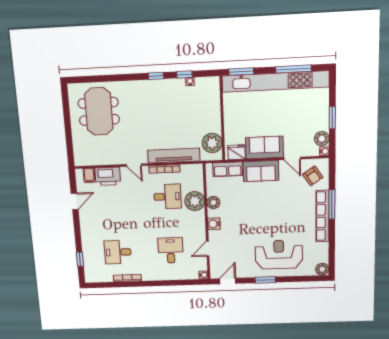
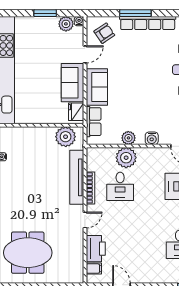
desk: (168, 197) -> (120, 186), turned 180

